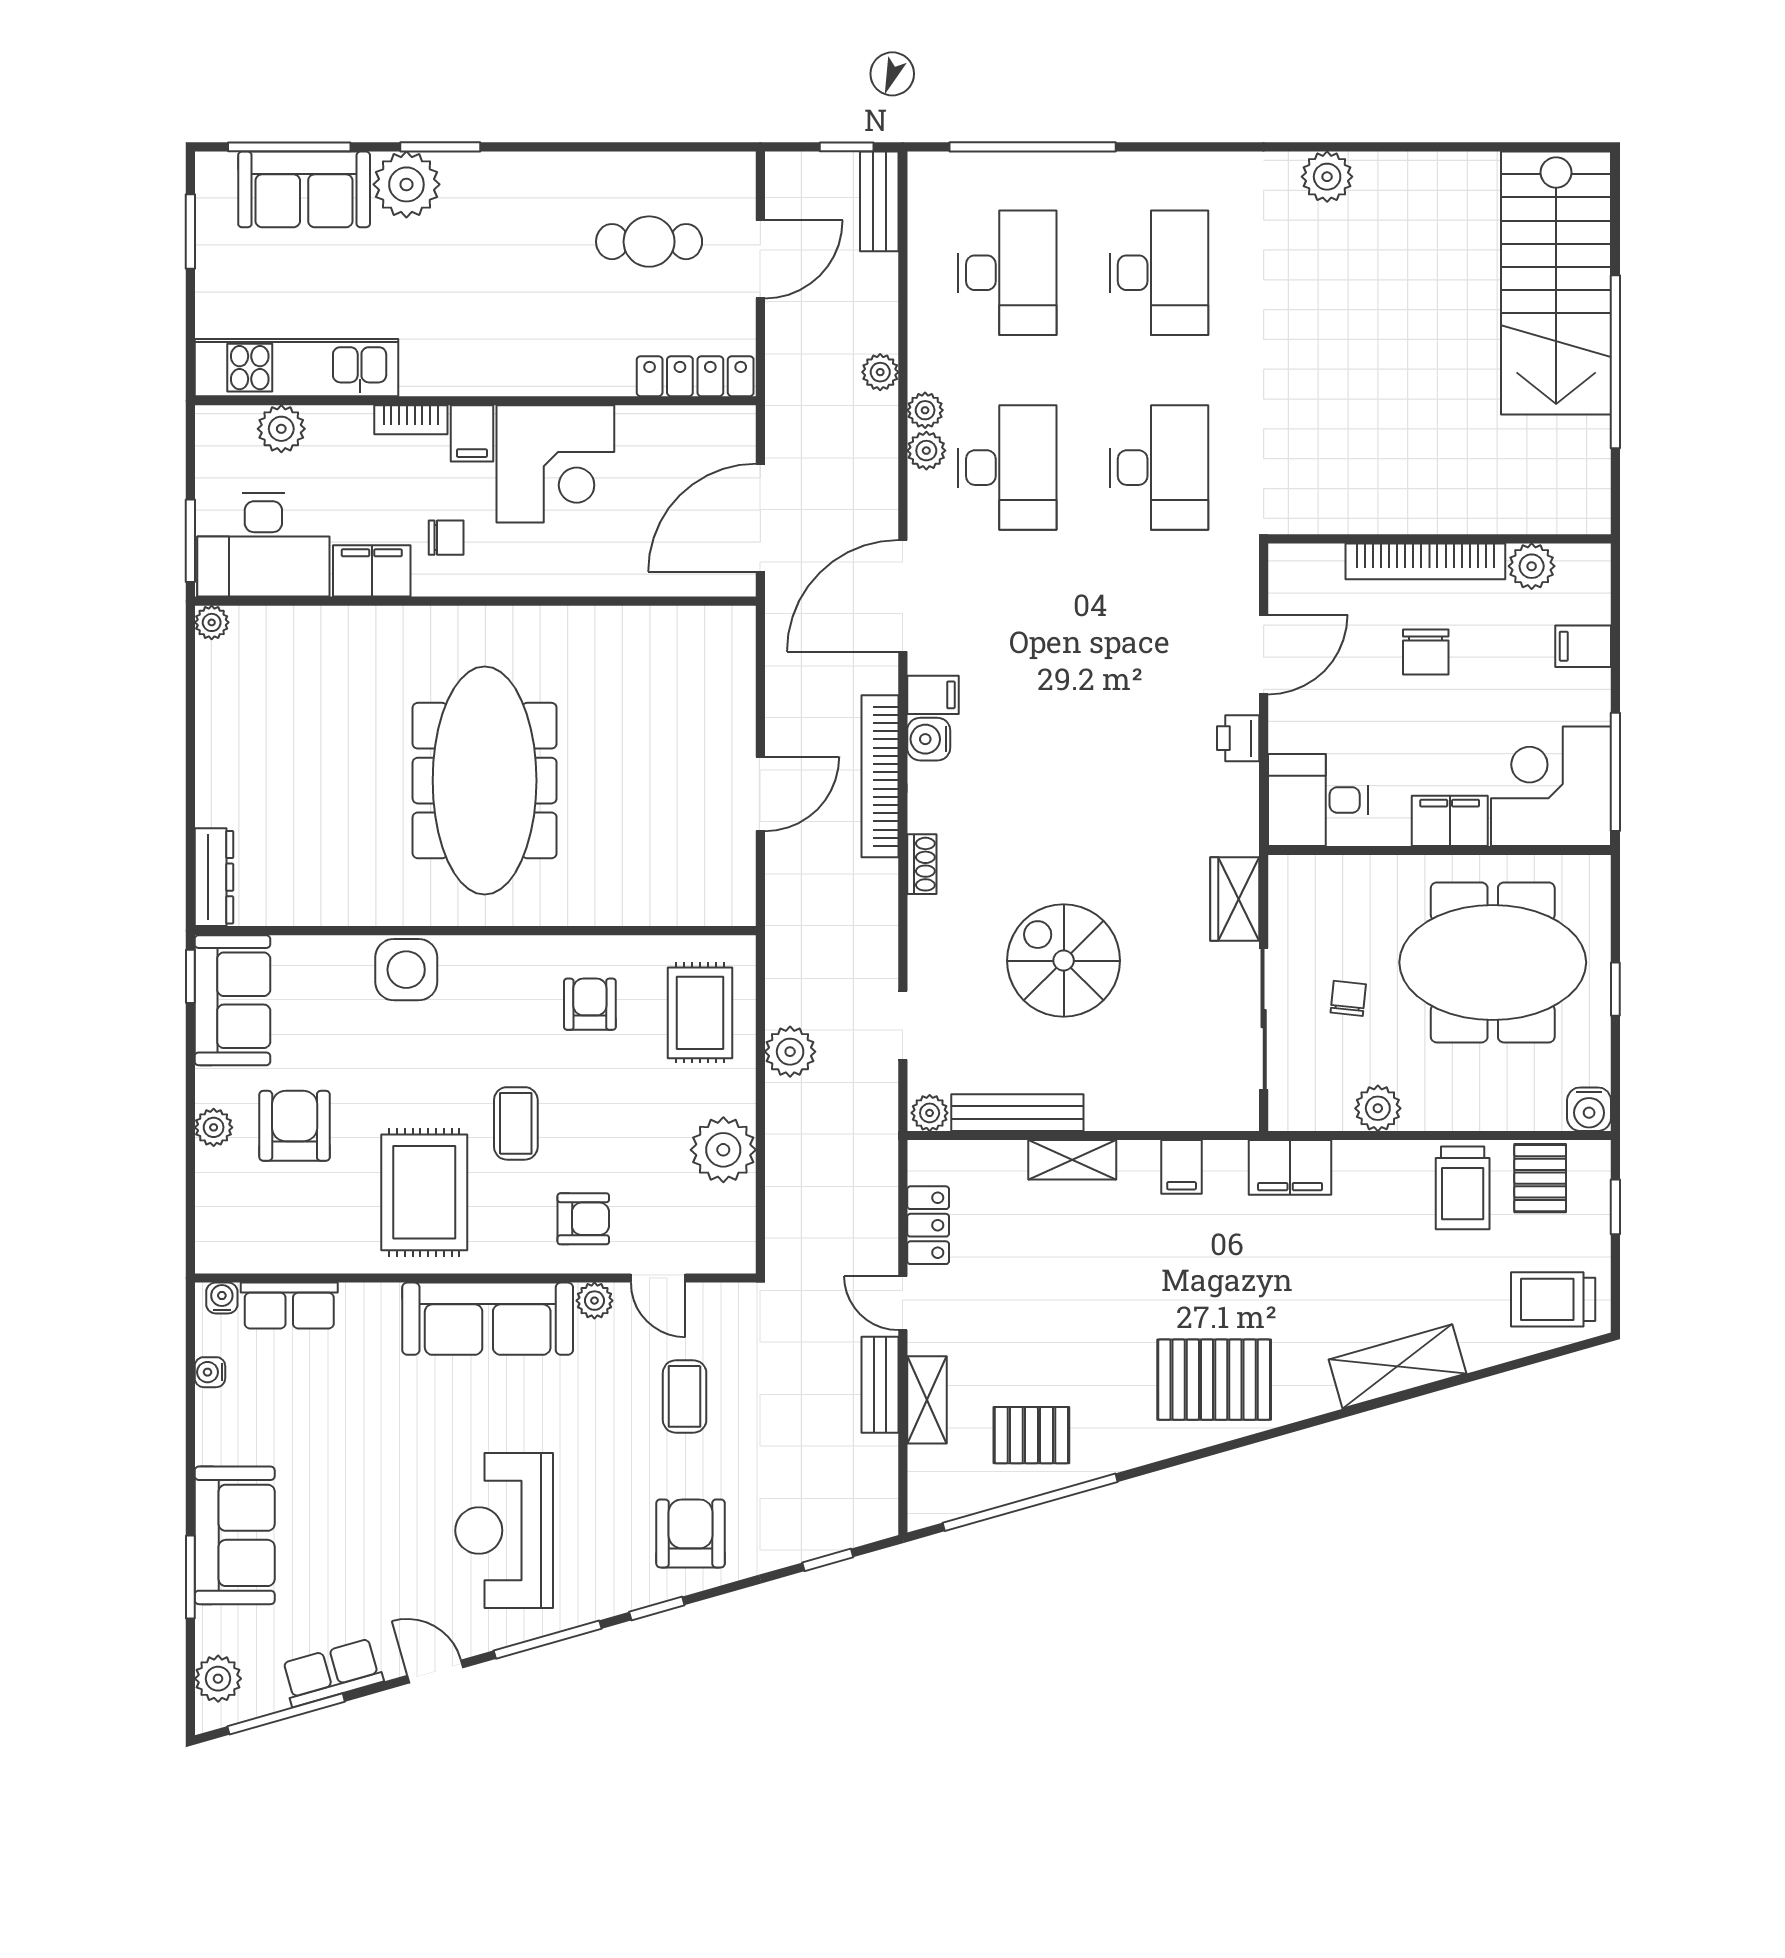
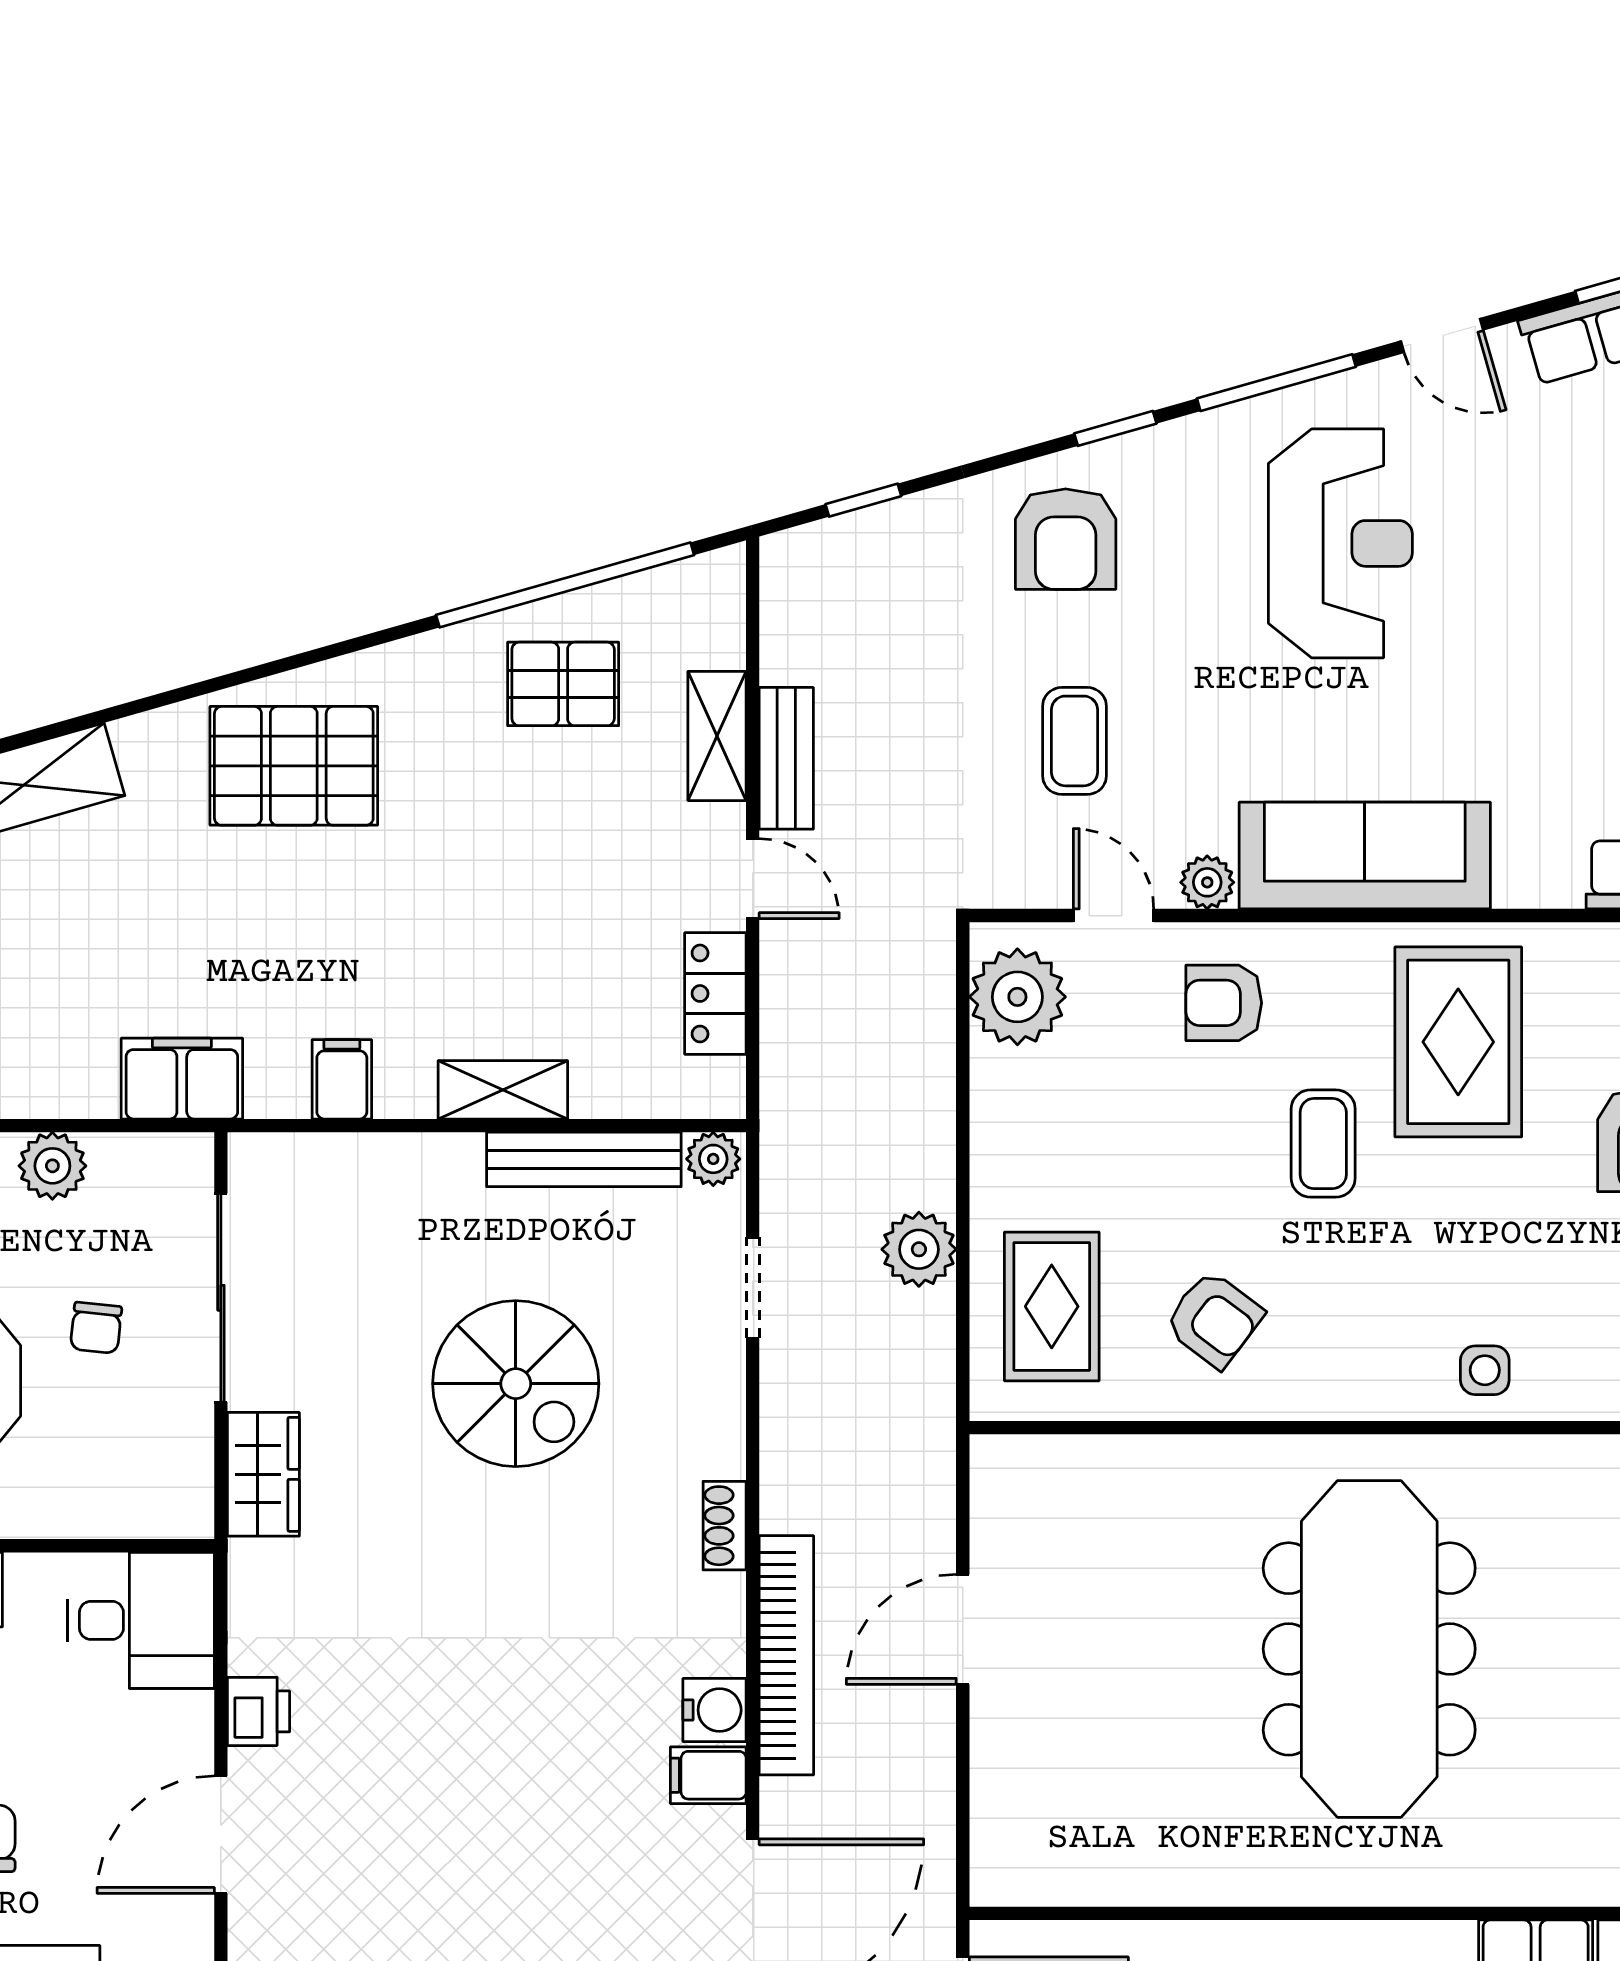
side table: (406, 970) -> (1485, 1370), width x0.54, depth x0.54
armchair: (590, 1004) -> (1214, 1319), turned -53
plant: (723, 1150) -> (1017, 997), moved

